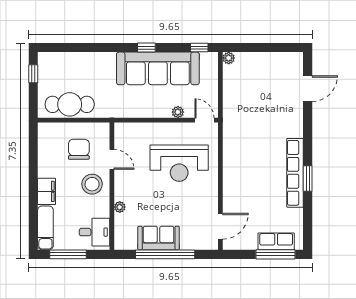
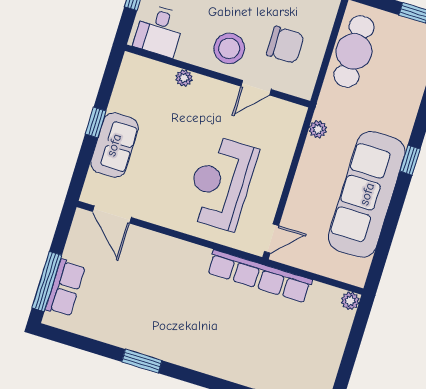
window: (146, 48) -> (410, 160), moved
window: (199, 48) -> (378, 263), removed
plant: (178, 112) -> (318, 129), moved
row of seats: (295, 173) -> (259, 276), moved, turned 180
sofa: (159, 238) -> (114, 145), moved
window: (165, 254) -> (96, 122), width x0.32

